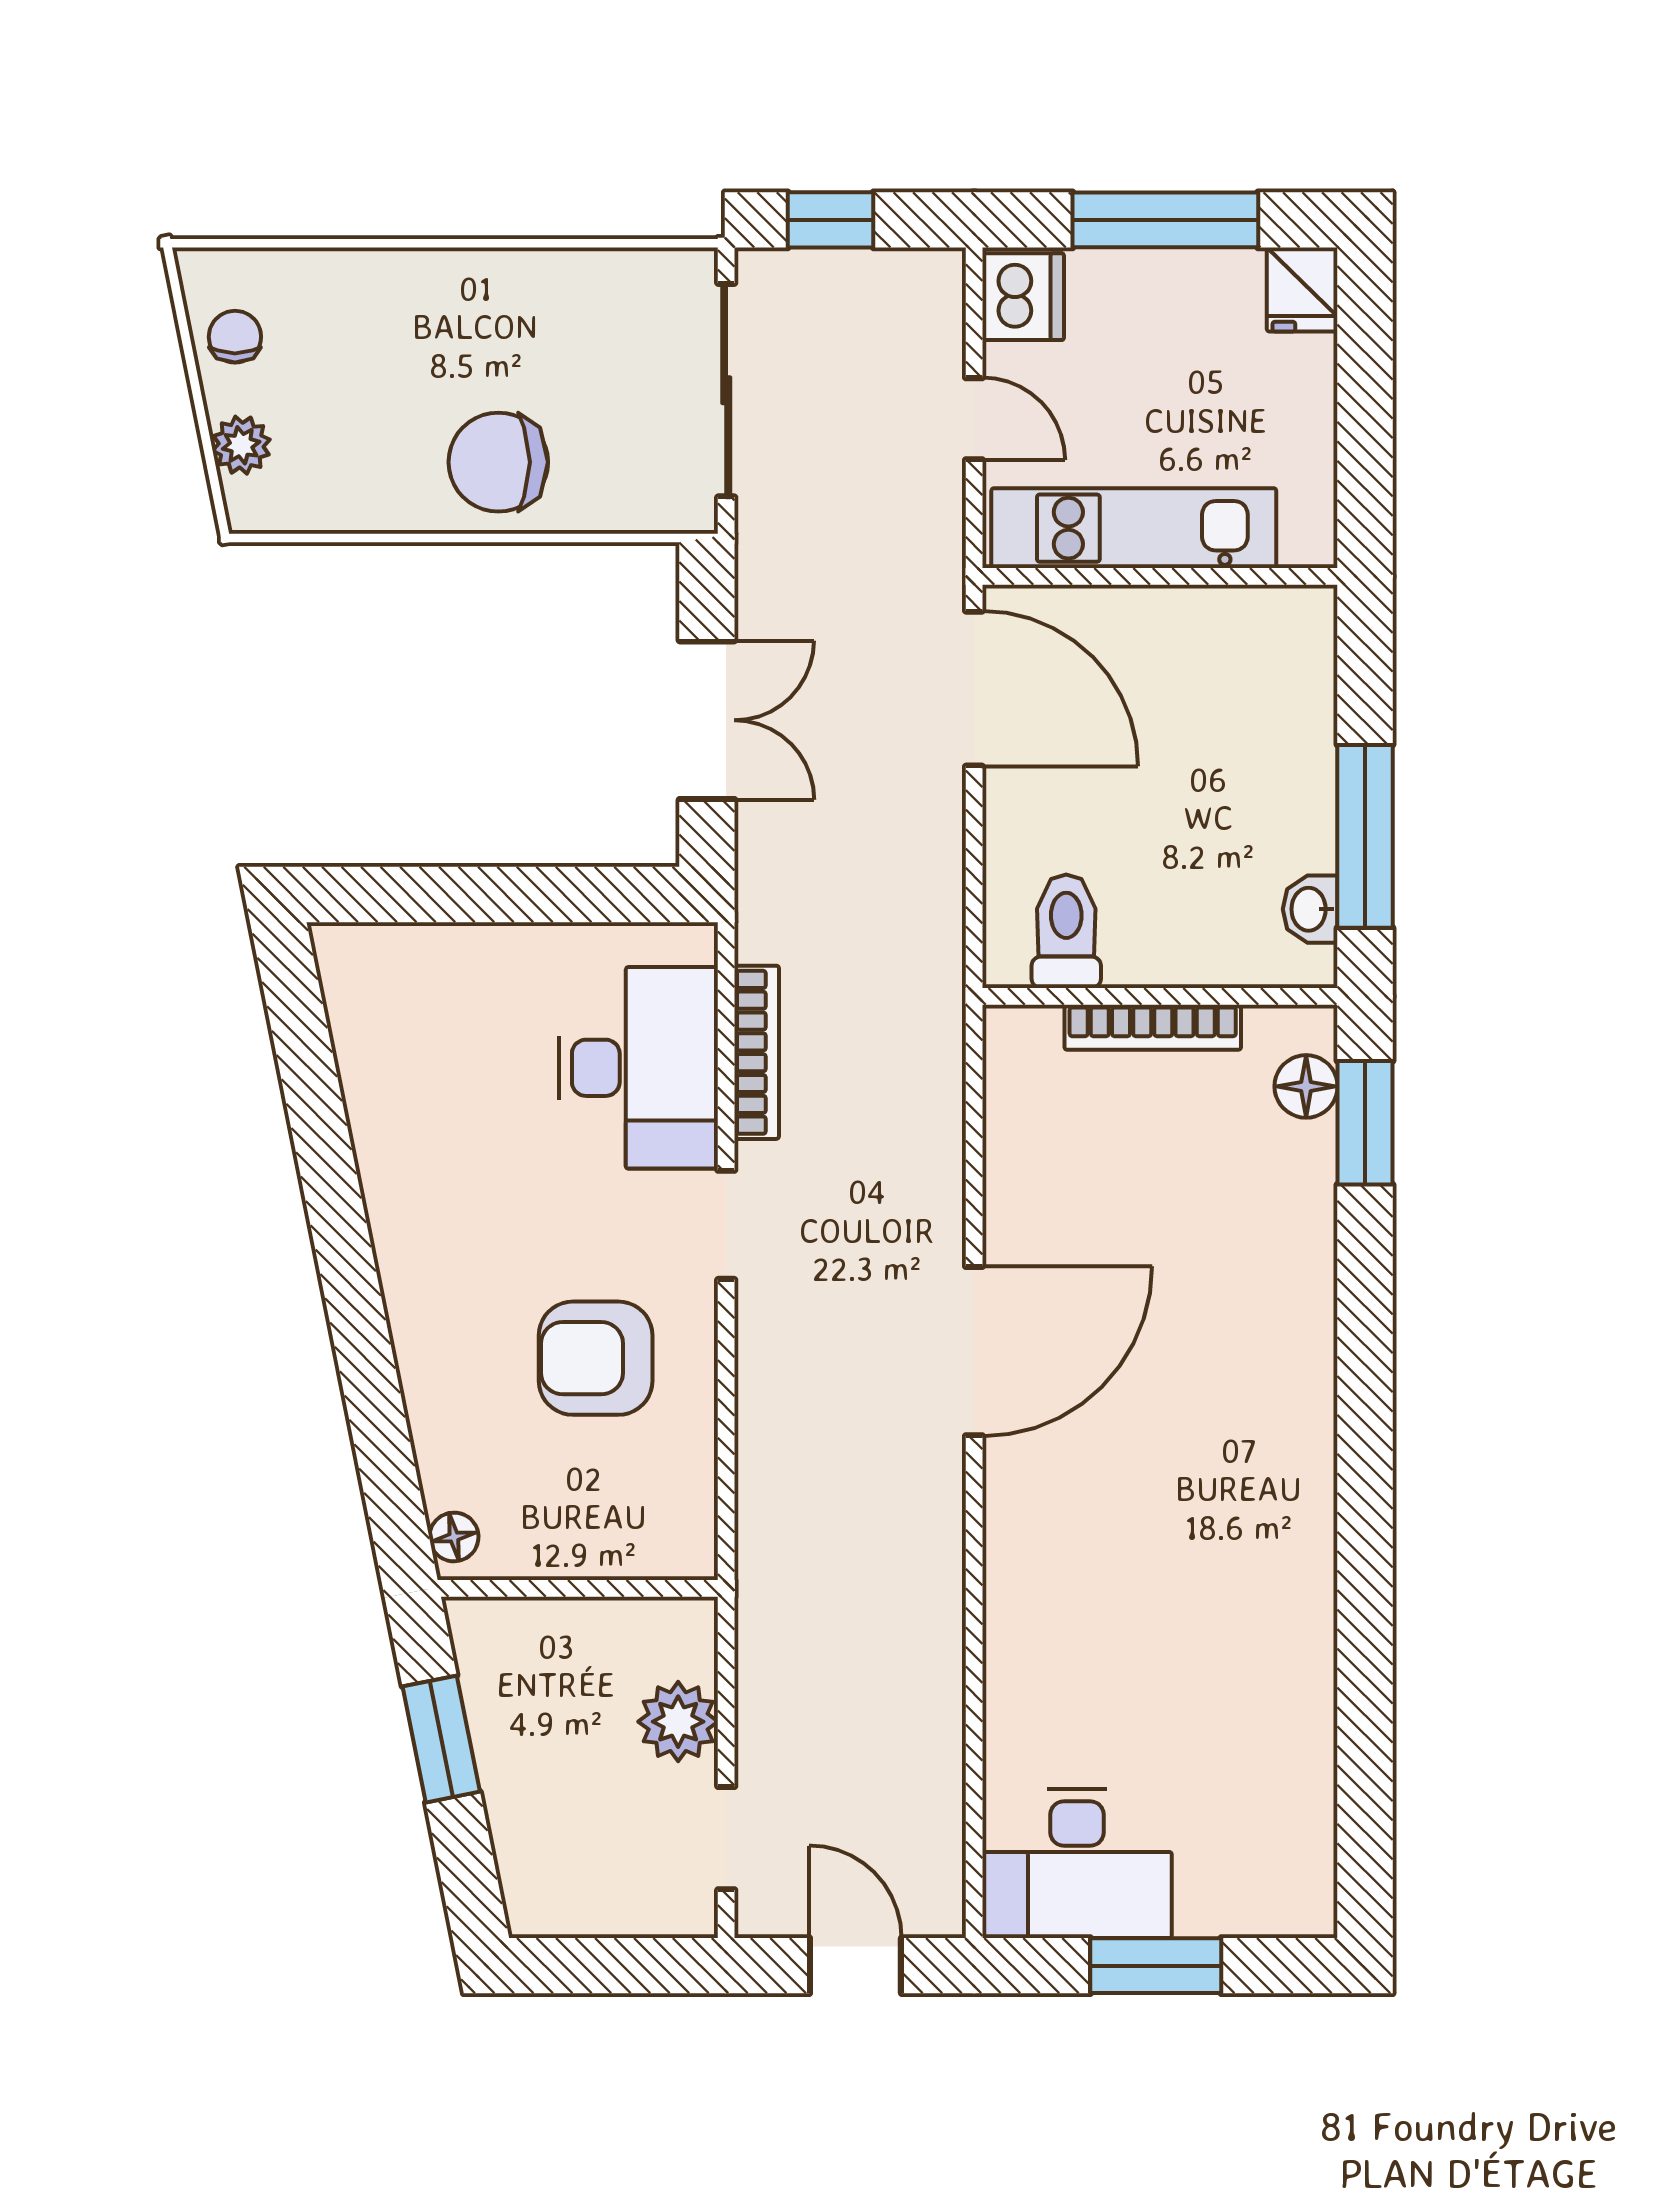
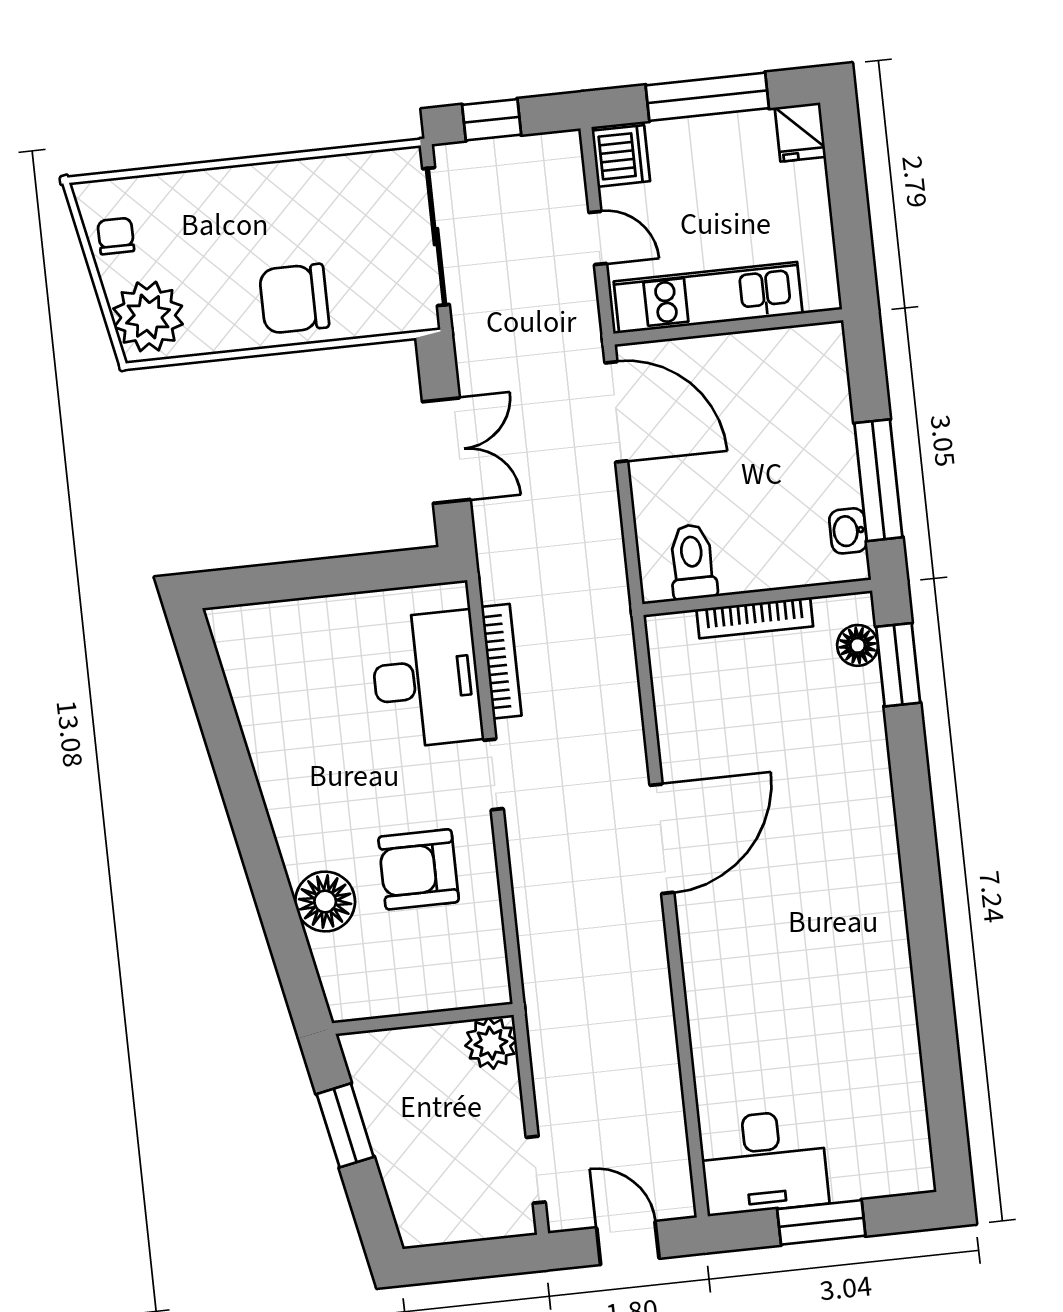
plant: (241, 445) -> (148, 316), width x1.87, depth x1.87
floor lamp: (454, 1537) -> (325, 901), moved, width x1.89, depth x1.89
plant: (678, 1722) -> (491, 1043), moved

